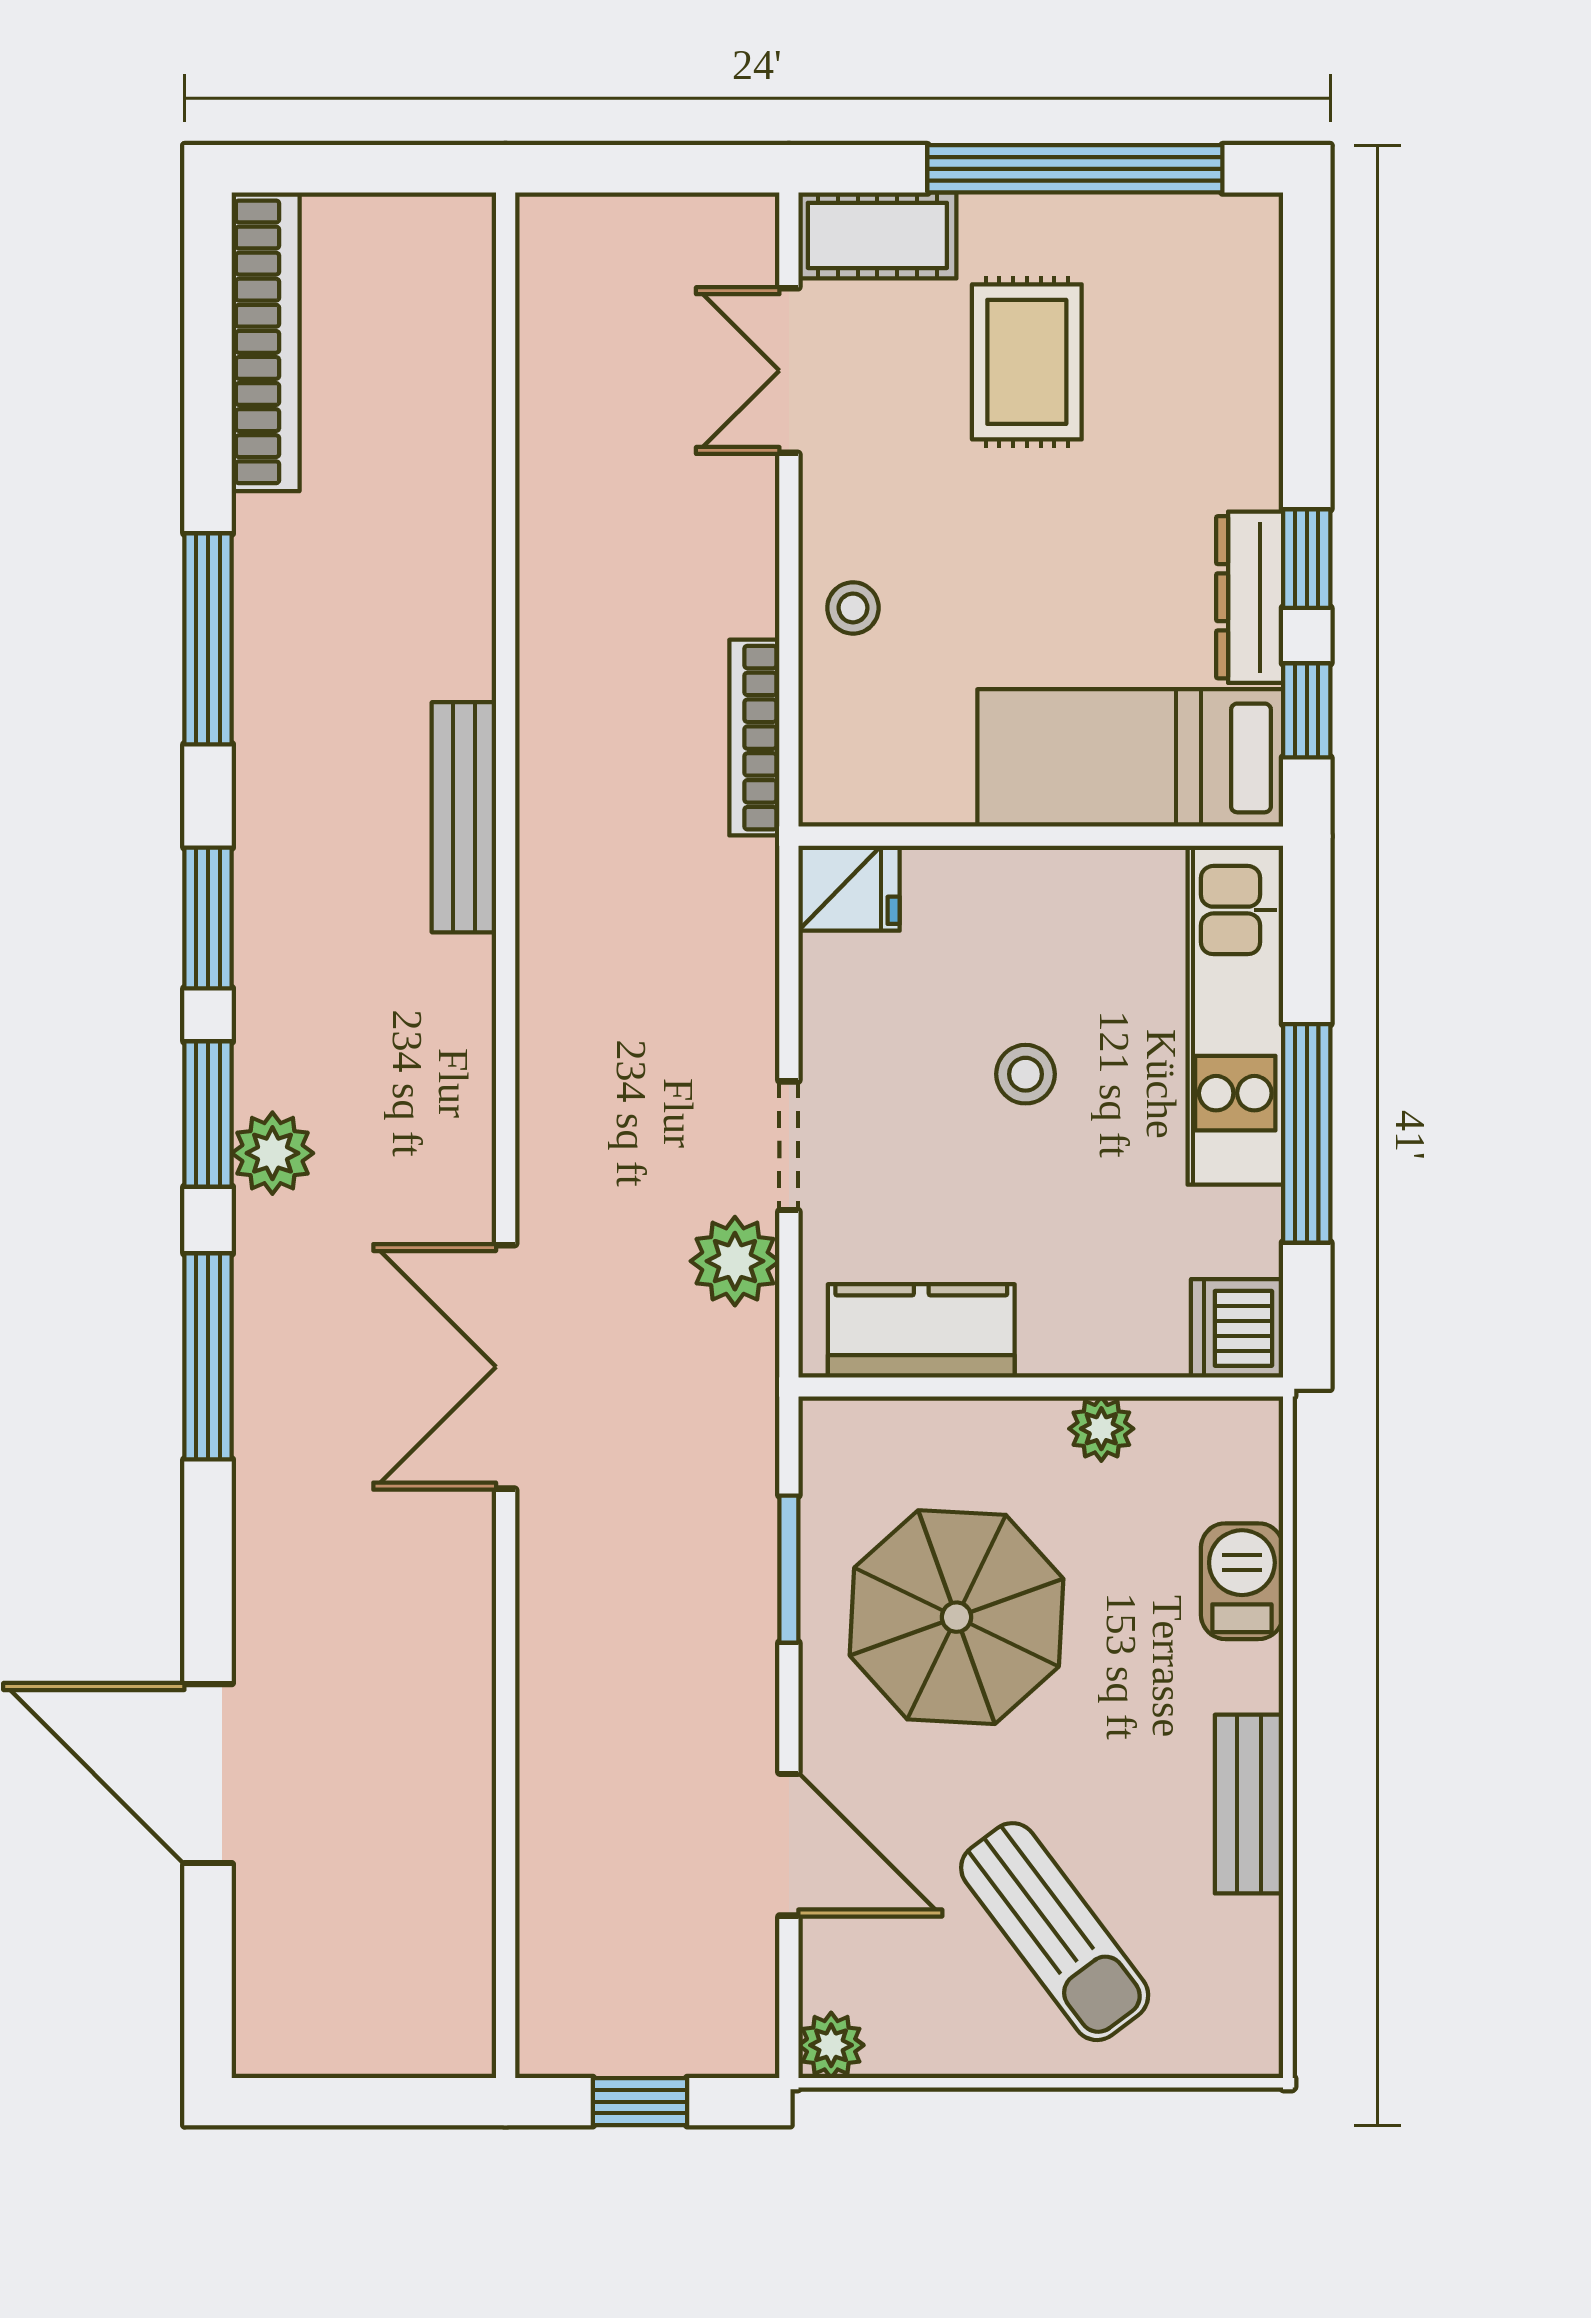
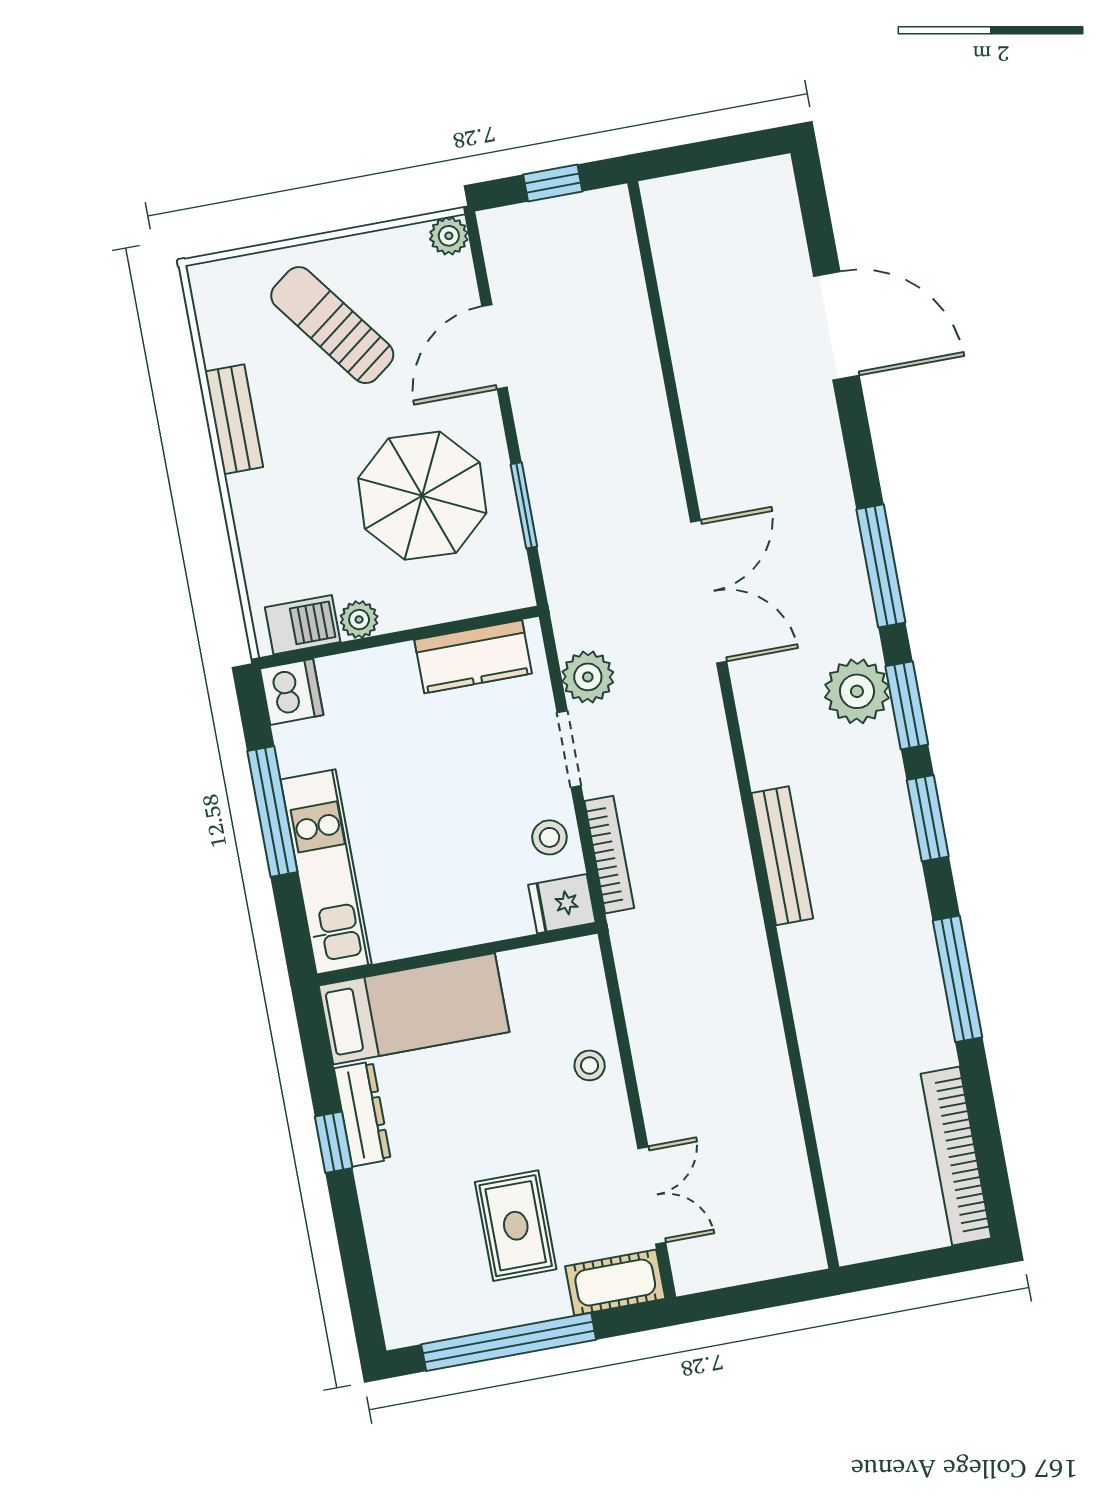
window: (1307, 710) -> (317, 1055), removed
bookcase: (754, 738) -> (609, 855), moved
bench: (464, 817) -> (782, 856), moved
stool: (1026, 1074) -> (549, 837), moved
plant: (272, 1153) -> (857, 691), width x1.36, depth x1.36
barbecue: (1242, 1581) -> (303, 625), moved, turned -90
door: (789, 1845) -> (495, 347), hinge flipped

